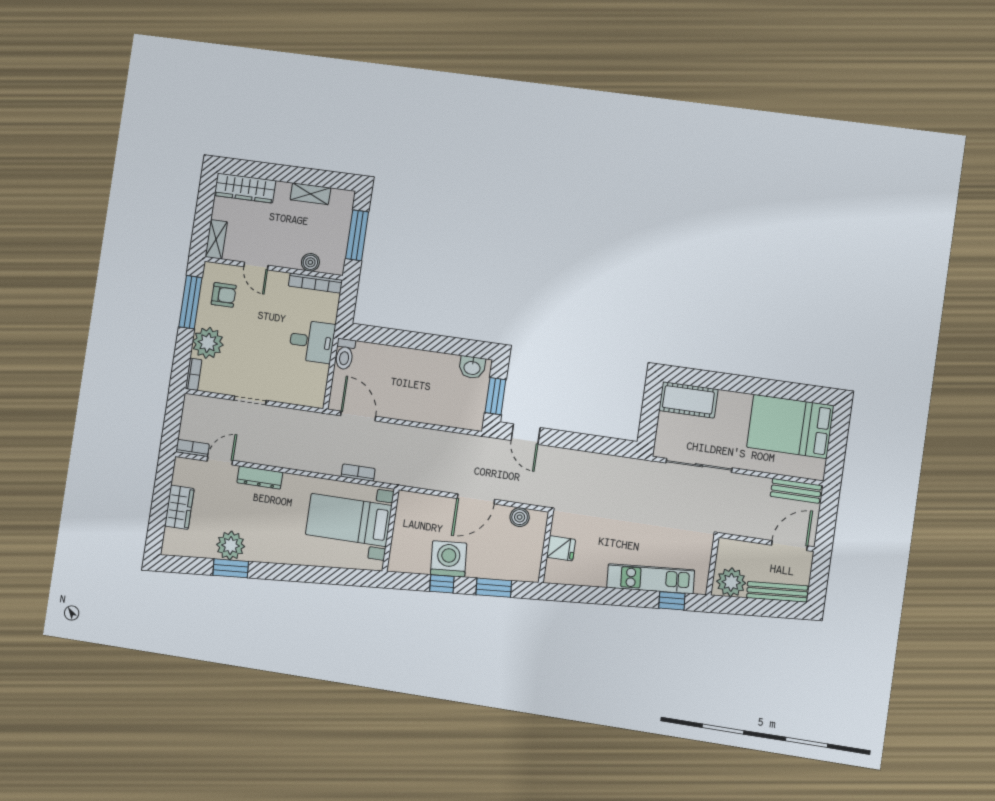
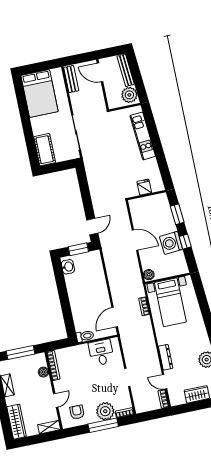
window: (190, 302) -> (103, 425), moved
desk: (312, 341) -> (101, 352), moved
boiler: (520, 517) -> (149, 275), moved
window: (672, 601) -> (150, 121), removed

